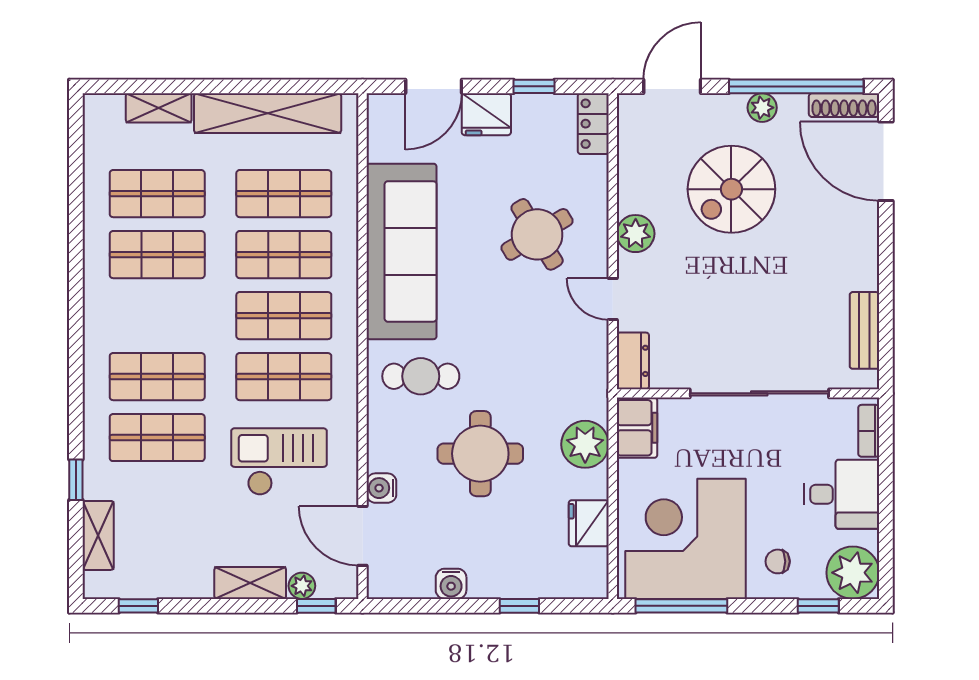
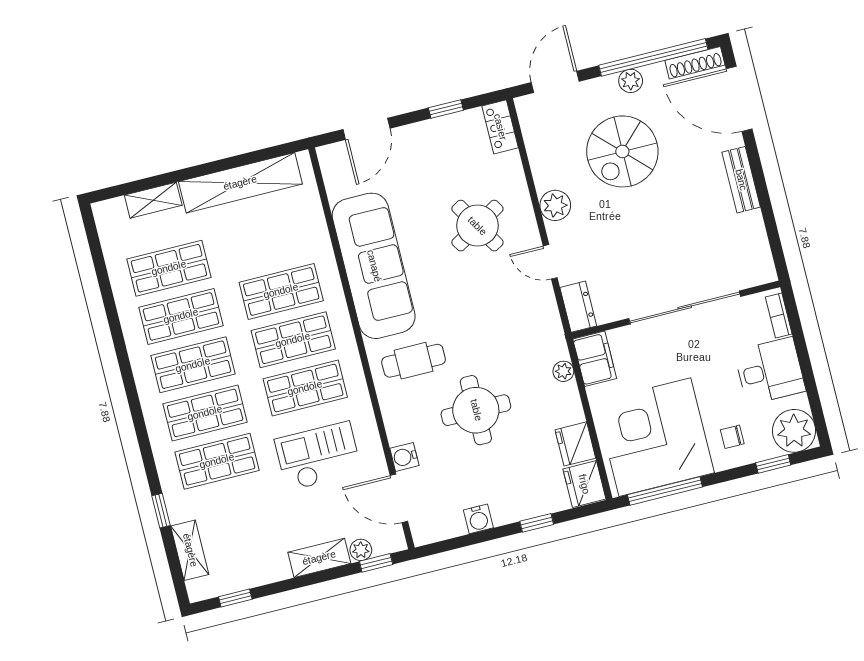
fridge: (486, 114) -> (584, 484), moved, turned 90
shop shelf: (284, 194) -> (193, 365), moved
bench: (864, 330) -> (741, 180), moved
plant: (585, 444) -> (563, 371), width x0.53, depth x0.53

